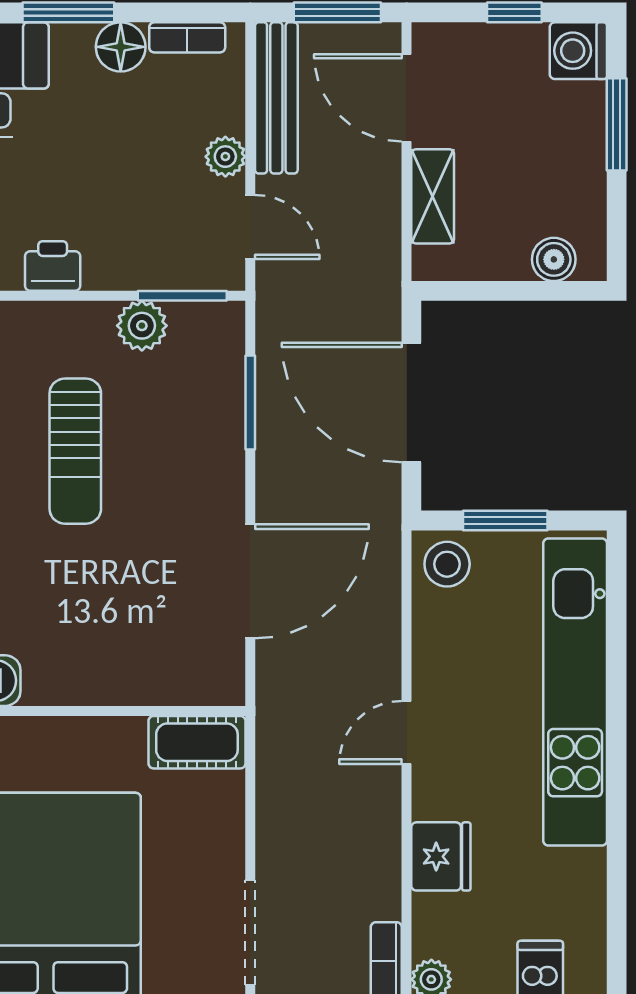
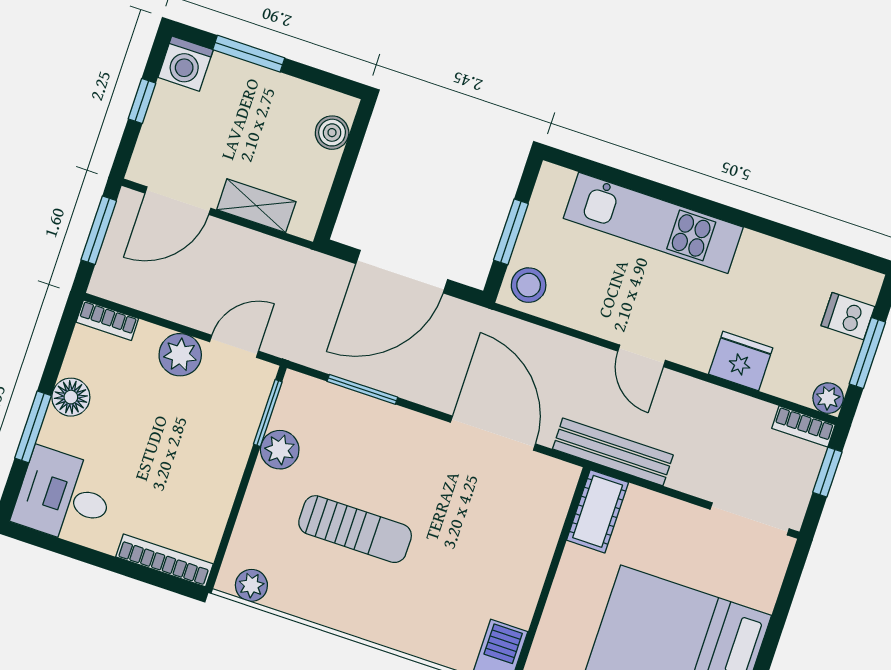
bookcase: (187, 37) -> (107, 320), moved, turned 90
bench: (276, 98) -> (613, 452), moved
plant: (225, 157) -> (180, 355), width x1.38, depth x1.38
printer: (53, 266) -> (214, 500), removed
kitchen unit: (575, 692) -> (653, 223), width x0.73

